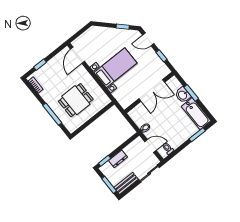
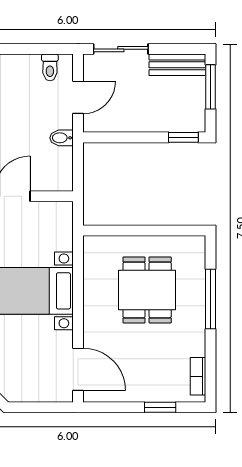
door: (78, 55) -> (78, 369), hinge flipped
dining table: (76, 100) -> (147, 290), turned 90
door: (150, 146) -> (78, 97), swing flipped
dresser: (118, 159) -> (156, 121), removed

